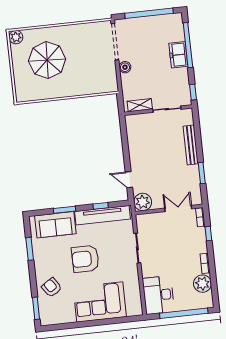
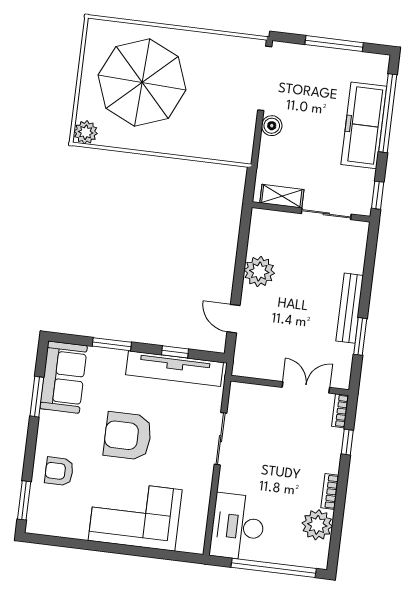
window: (149, 13) -> (334, 44), width x0.68
plant: (16, 37) -> (86, 132), moved
freezer: (178, 55) -> (364, 125), width x1.91, depth x1.26
parasol: (47, 60) -> (142, 82), width x1.36, depth x1.36
bench: (191, 145) -> (350, 308), moved
plant: (143, 202) -> (259, 271), moved
sofa: (55, 225) -> (64, 377), moved, turned -90
armchair: (52, 287) -> (59, 471), turned -56

